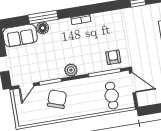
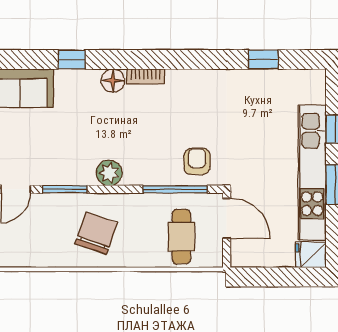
window: (43, 17) -> (72, 59), width x0.46
floor lamp: (43, 28) -> (113, 81), moved
chair: (57, 99) -> (96, 233), moved

